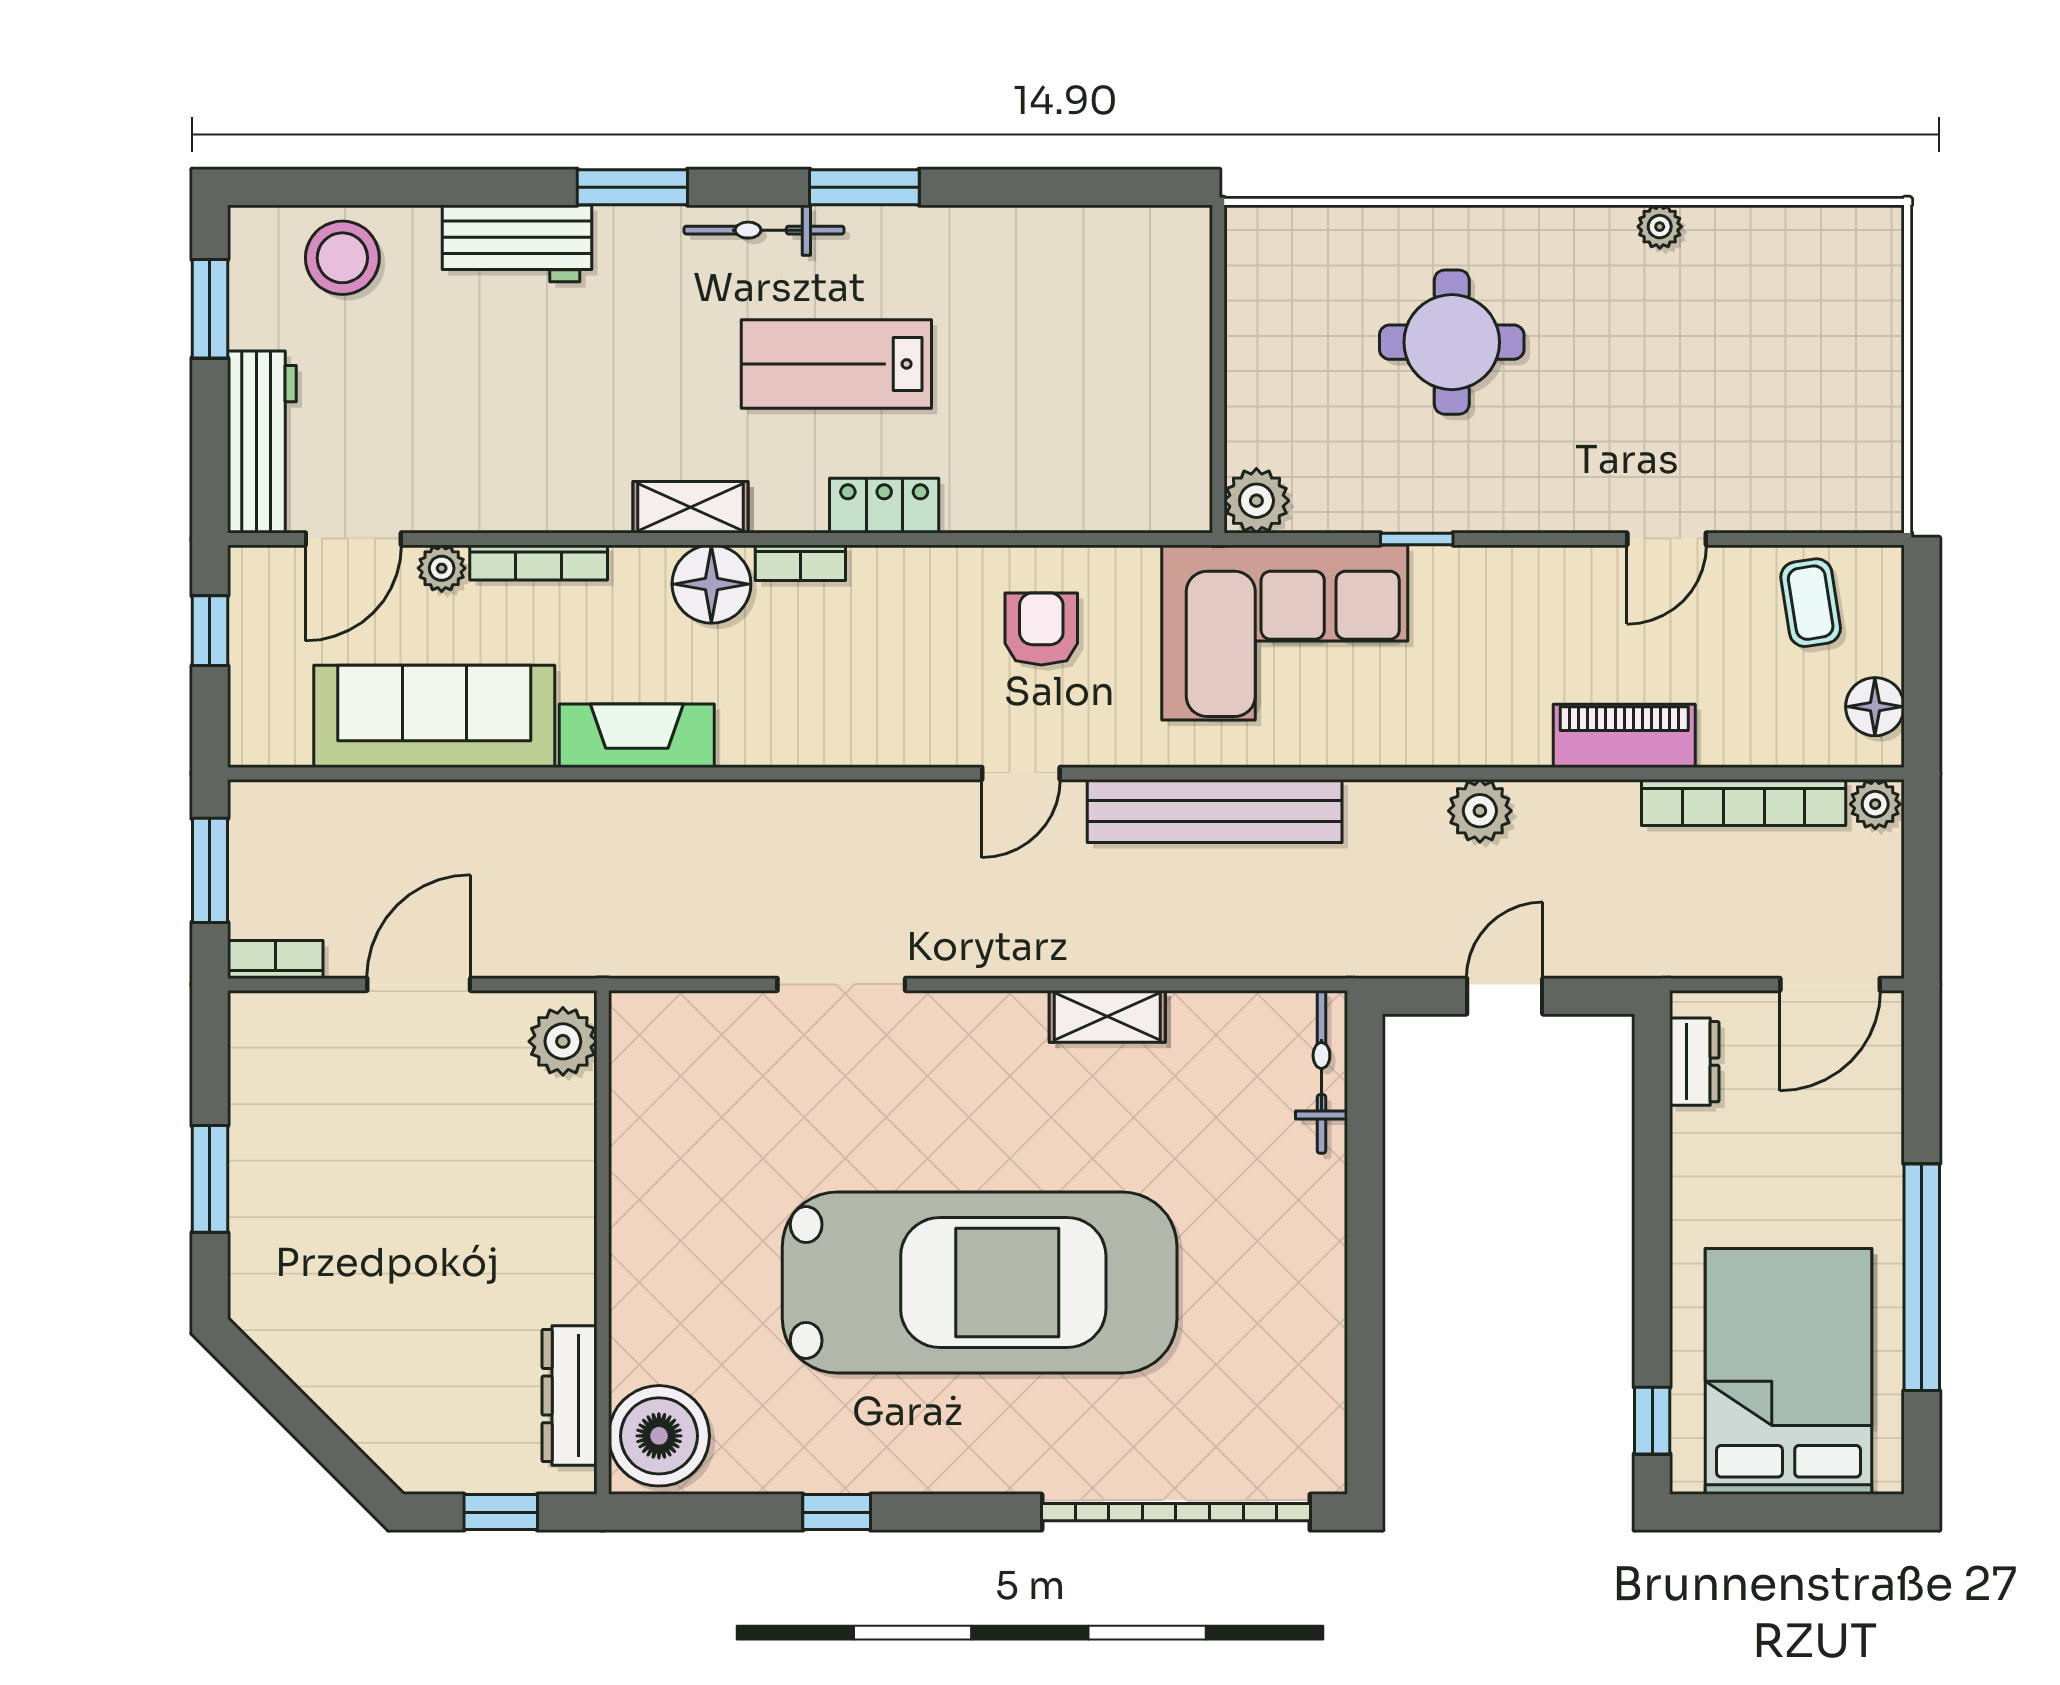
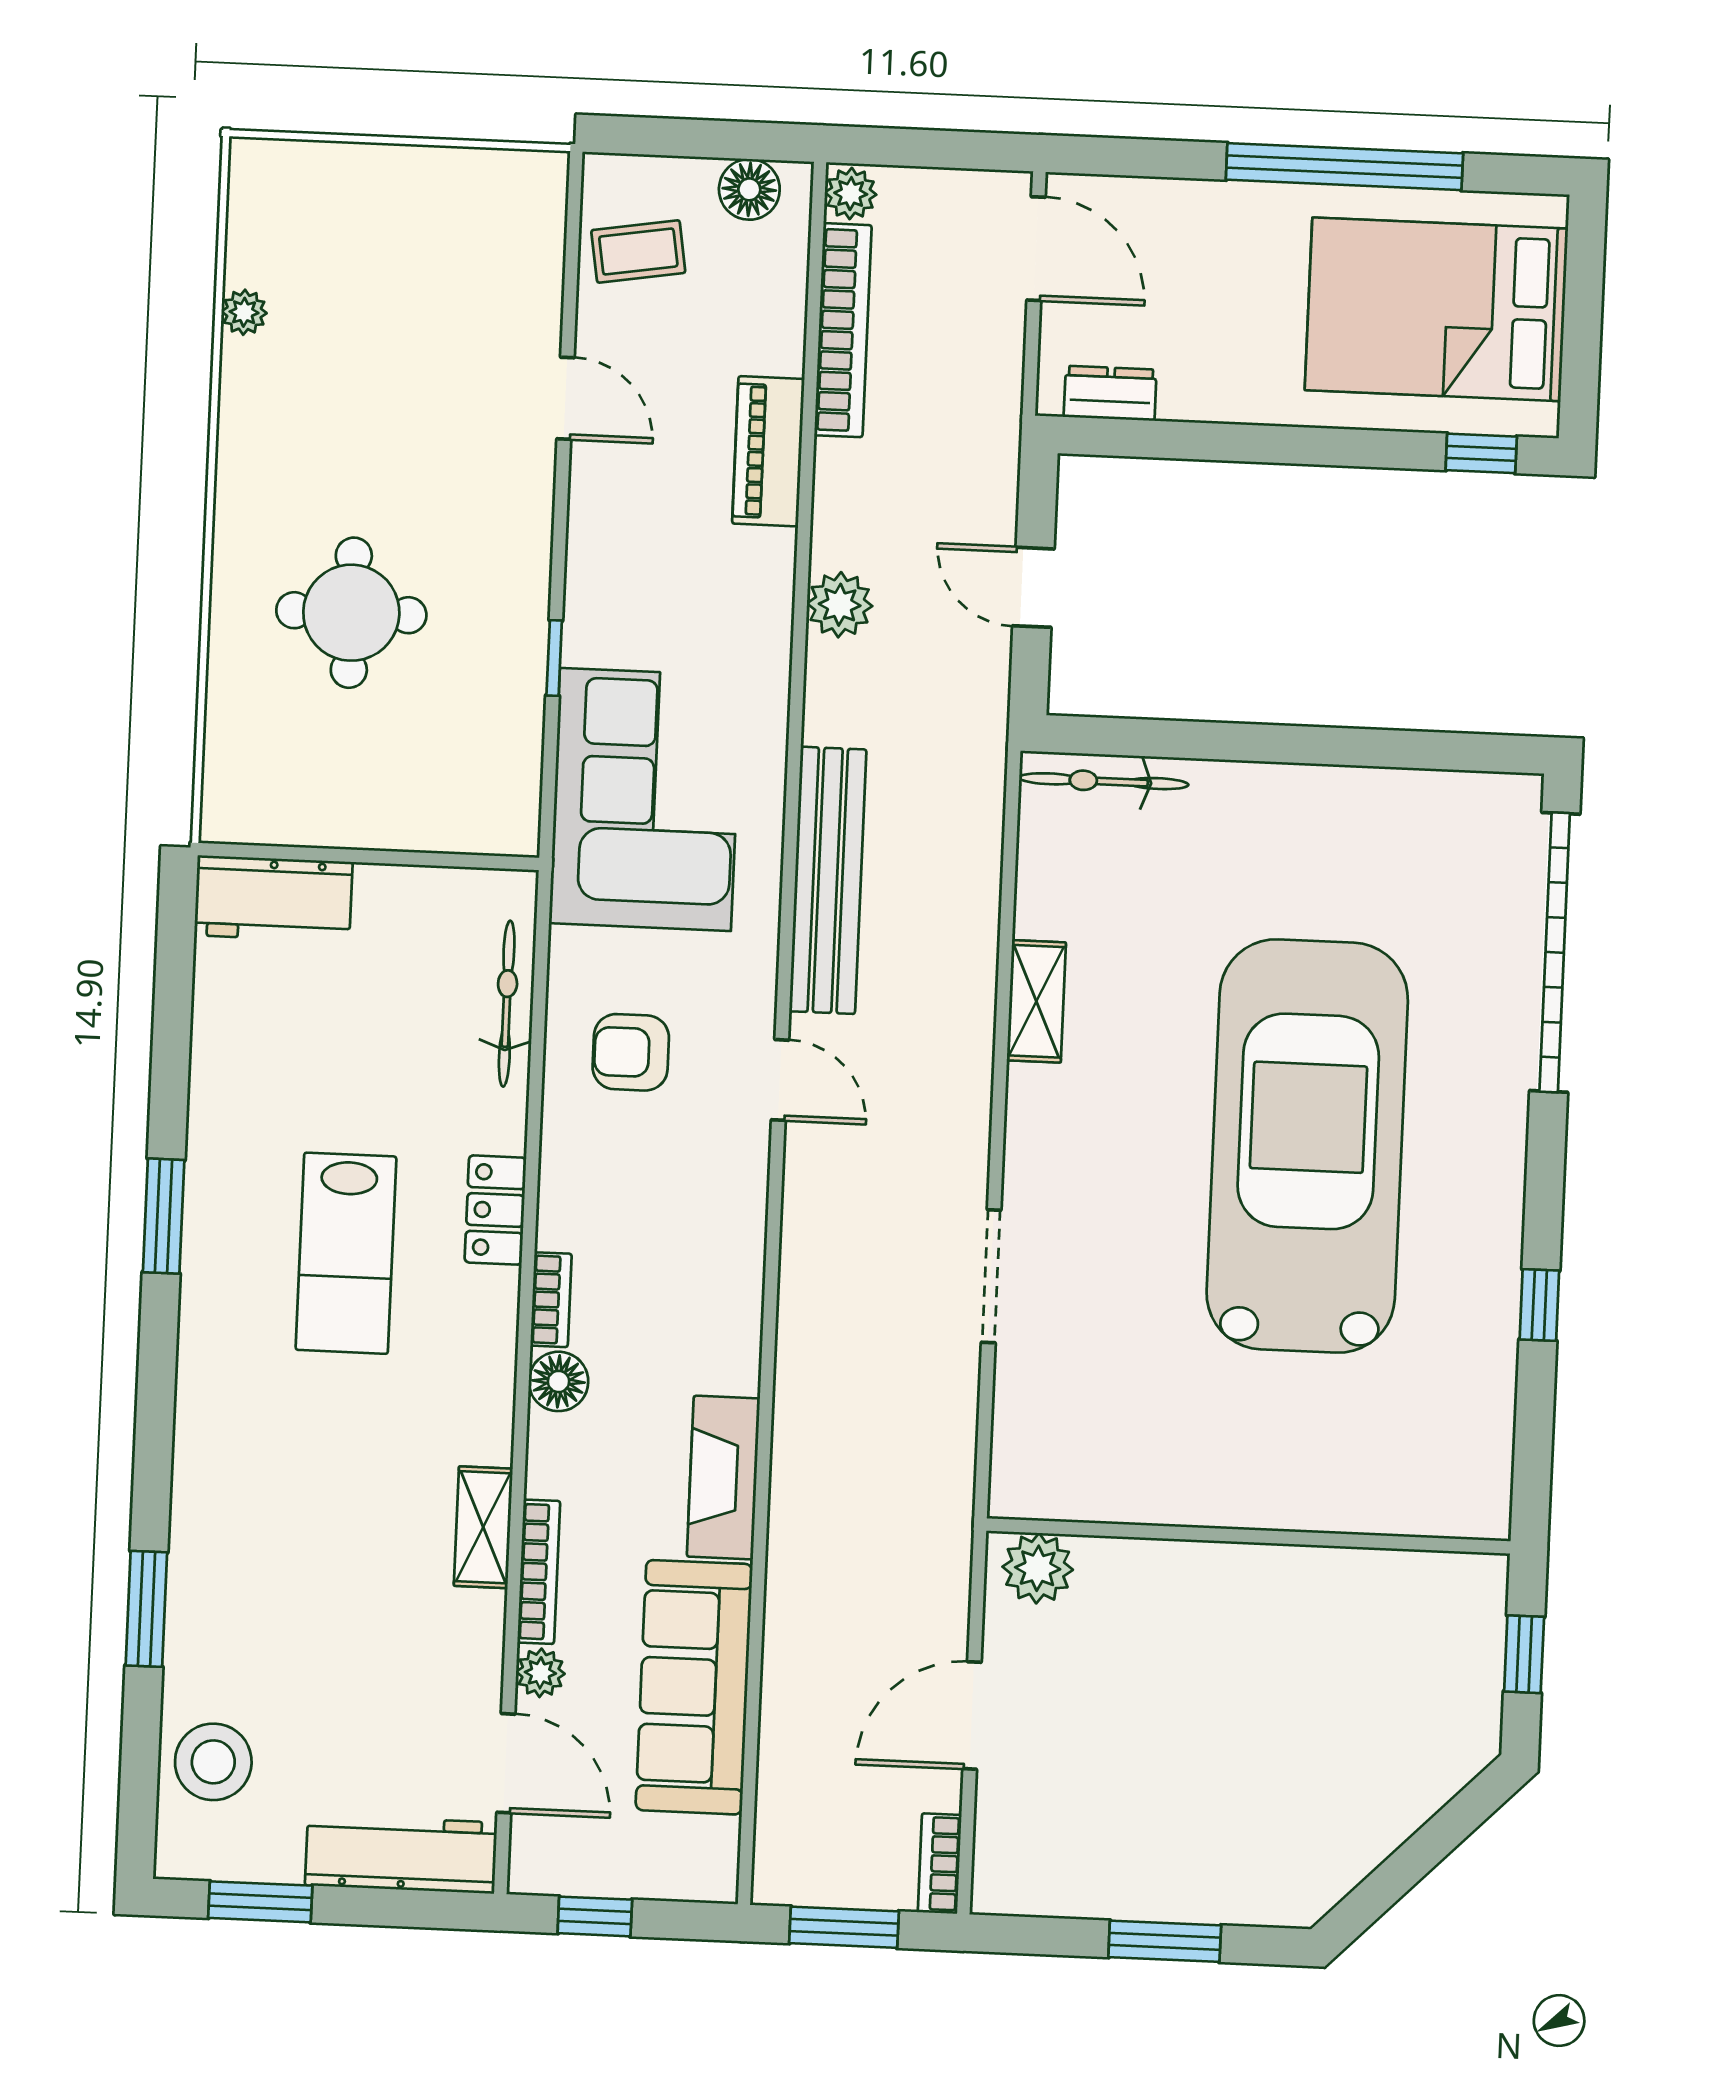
window: (632, 187) -> (146, 1609), moved
plant: (1660, 227) -> (244, 312), moved
bicycle: (764, 230) -> (507, 1004), moved, turned 180
workbench: (517, 243) -> (273, 899), moved, turned 90
plant: (1256, 501) -> (507, 823), removed
shelving: (690, 507) -> (483, 1527), moved
floor lamp: (711, 584) -> (558, 1381), width x0.73, depth x0.73
door: (419, 984) -> (972, 1715), hinge flipped
dresser: (570, 1396) -> (1406, 1577), removed
boiler: (659, 1436) -> (1452, 1486), removed

